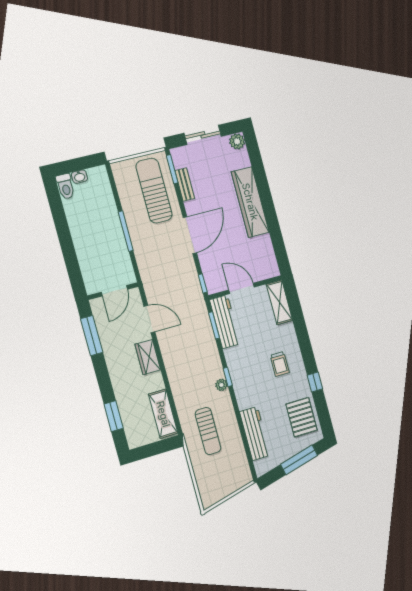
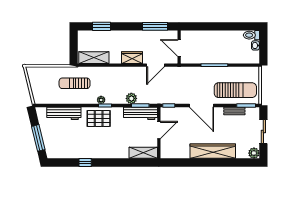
plant: (207, 341) -> (131, 98), added
trolley: (280, 364) -> (104, 142), removed
pallet: (302, 417) -> (99, 118), moved

